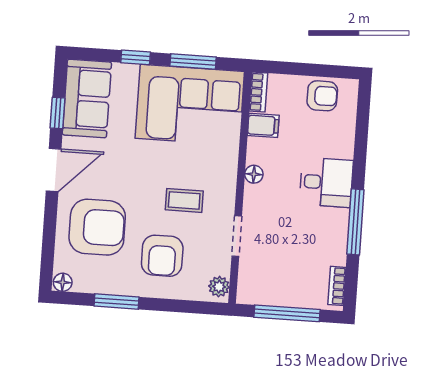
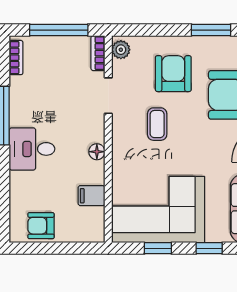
window: (193, 61) -> (158, 248), width x0.67
bookcase: (258, 92) -> (98, 53), moved
coffee table: (184, 200) -> (157, 124), turned 90

